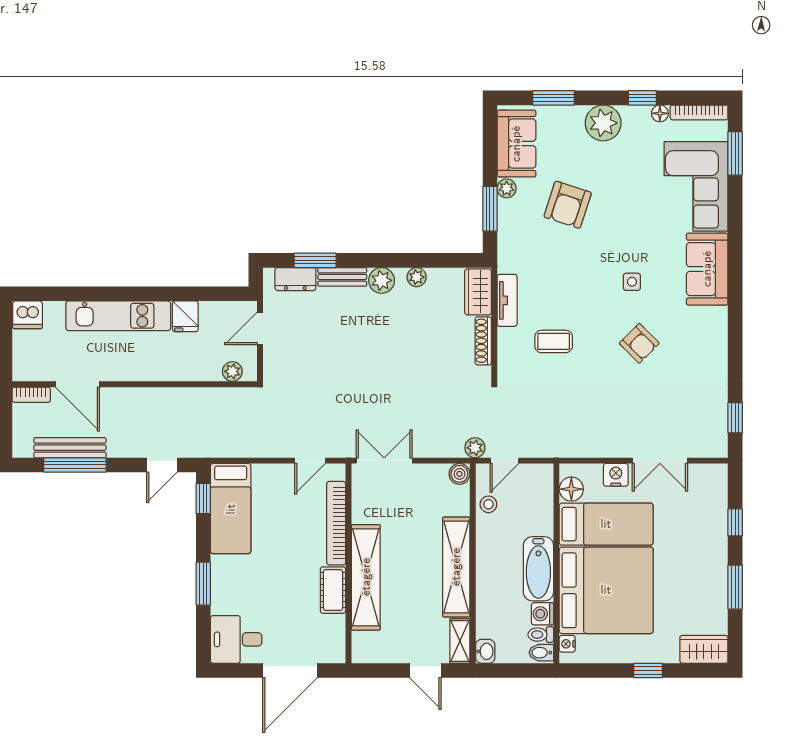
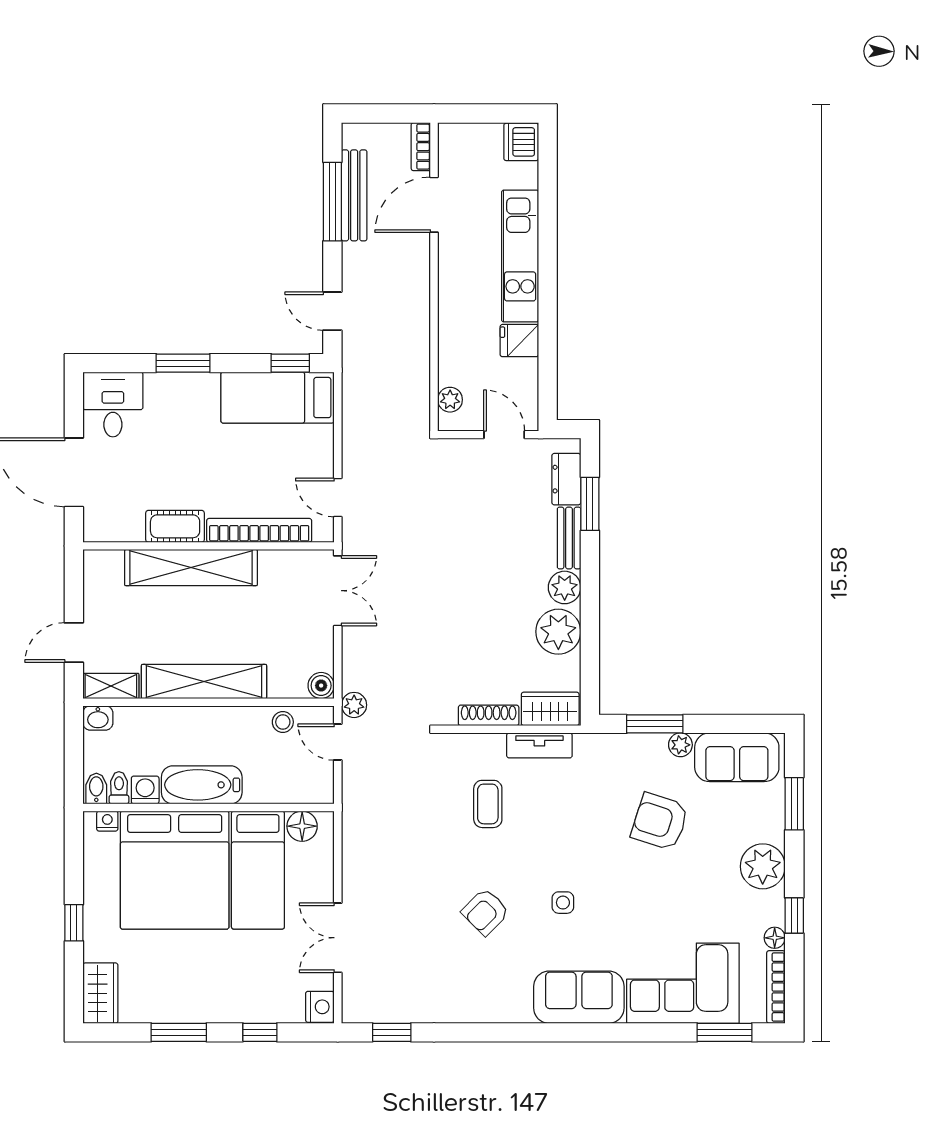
plant: (417, 277) -> (558, 632), width x1.88, depth x1.88
nightstand: (616, 475) -> (320, 1007), moved

